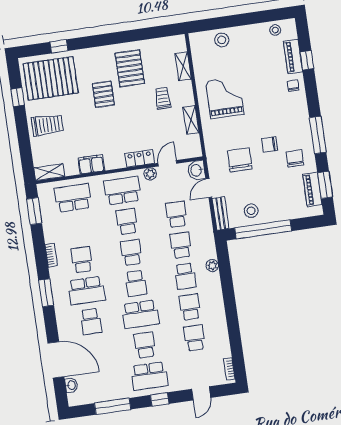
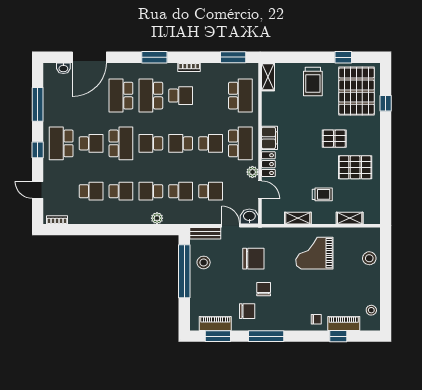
grand piano: (225, 98) -> (314, 253), turned 180
filing cabinet: (91, 164) -> (270, 138), moved
school desk: (131, 252) -> (181, 143), turned 180
school desk: (140, 314) -> (121, 143), turned 180
school desk: (91, 321) -> (121, 96), width x1.85

